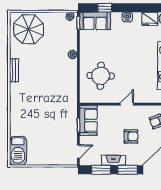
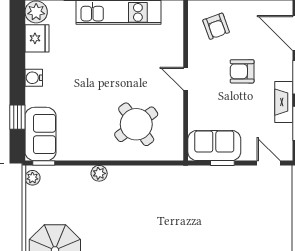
round table: (101, 76) -> (136, 124), turned -38
armchair: (131, 136) -> (242, 71), turned -90

